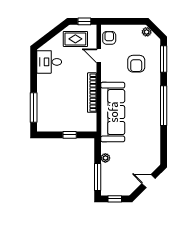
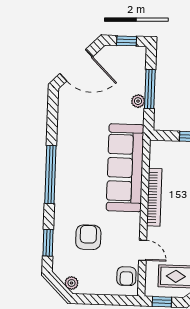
window: (164, 59) -> (48, 243), width x0.69
window: (98, 177) -> (150, 89), moved
door: (149, 181) -> (76, 65), width x1.87

